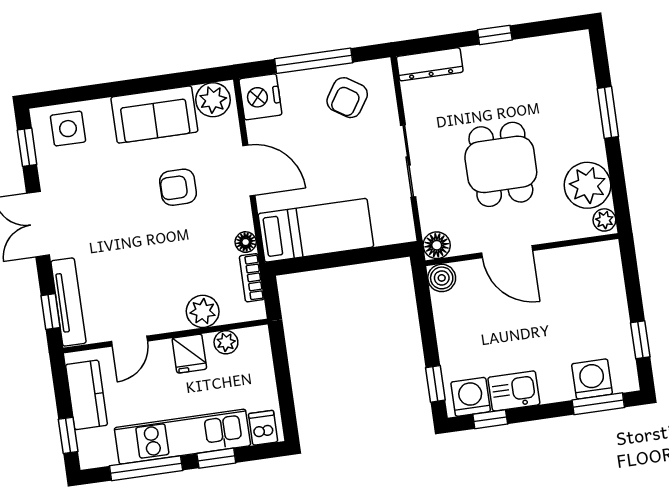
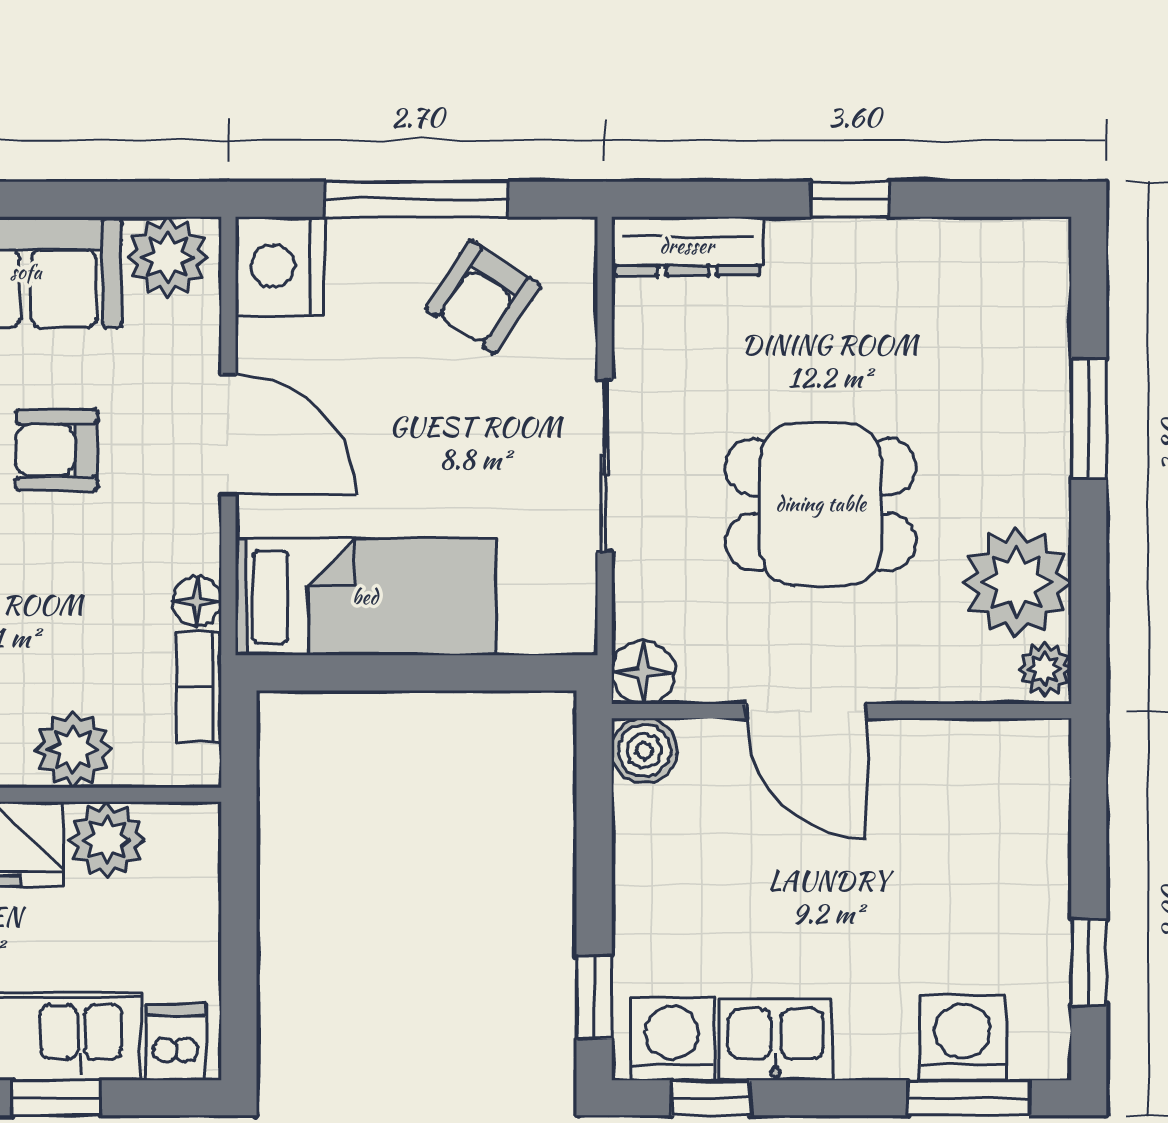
dining table: (501, 164) -> (821, 504), turned 90
plant: (226, 342) -> (107, 840), width x1.38, depth x1.38

